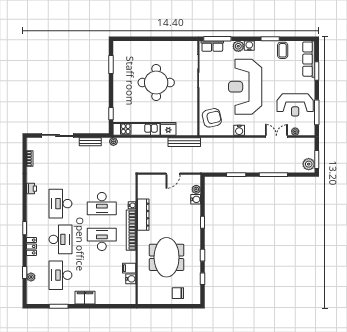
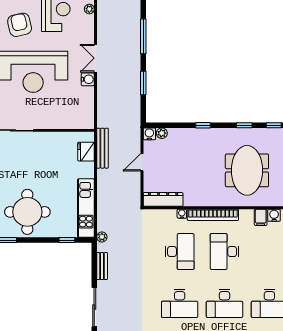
round table: (156, 83) -> (27, 212), moved
armchair: (212, 118) -> (20, 25), moved
fridge: (168, 129) -> (86, 152), moved
double door: (276, 137) -> (96, 58), moved
door: (173, 174) -> (142, 162), swing flipped
water cooler: (196, 199) -> (149, 134), moved
dresser: (143, 215) -> (163, 199), moved
desk: (60, 239) -> (225, 303), turned 180
meeting table: (167, 257) -> (247, 170), turned 90

